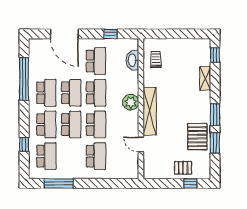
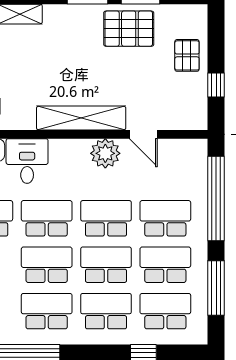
desk: (127, 82) -> (27, 161), added
plant: (131, 102) -> (105, 153), moved
door: (141, 144) -> (143, 134), hinge flipped
school desk: (71, 156) -> (165, 265), added
window: (107, 183) -> (216, 198), added
window: (190, 183) -> (216, 85), moved

